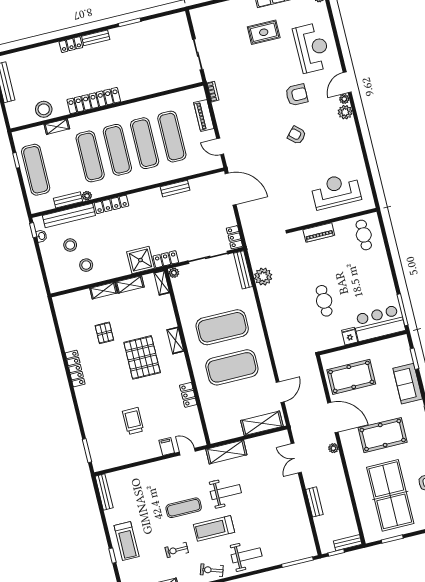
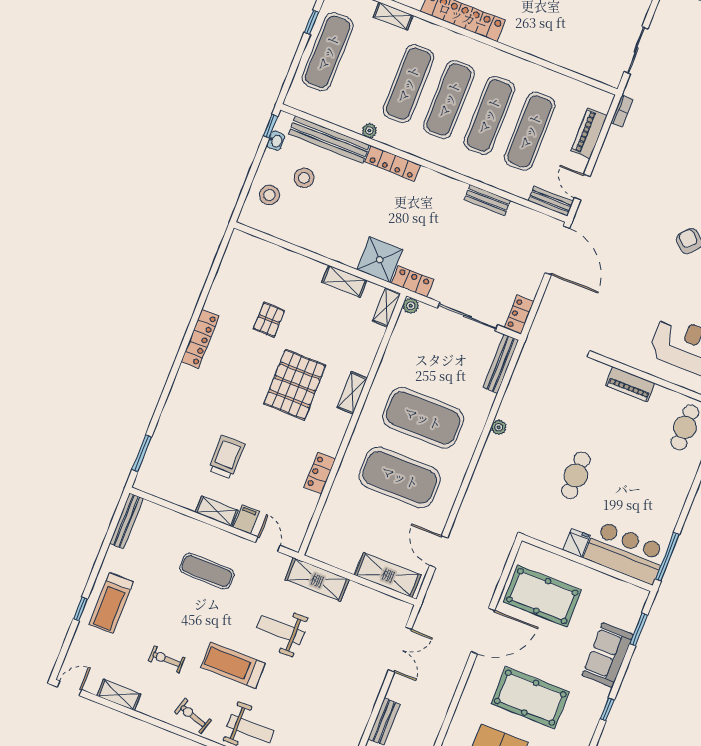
bench: (68, 200) -> (551, 201), moved
stool: (86, 265) -> (269, 195), moved
plant: (263, 277) -> (499, 427), moved, width x0.53, depth x0.53
shelving: (103, 291) -> (217, 511), moved
door: (280, 392) -> (439, 552), swing flipped
door: (333, 417) -> (483, 631), hinge flipped
plant: (333, 448) -> (456, 670), removed
double door: (296, 458) -> (400, 650), swing flipped
weight bench: (226, 492) -> (280, 630), turned 180
exercise mat: (184, 508) -> (207, 571), moved

